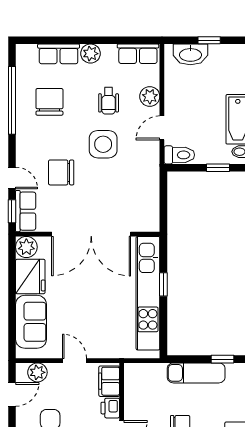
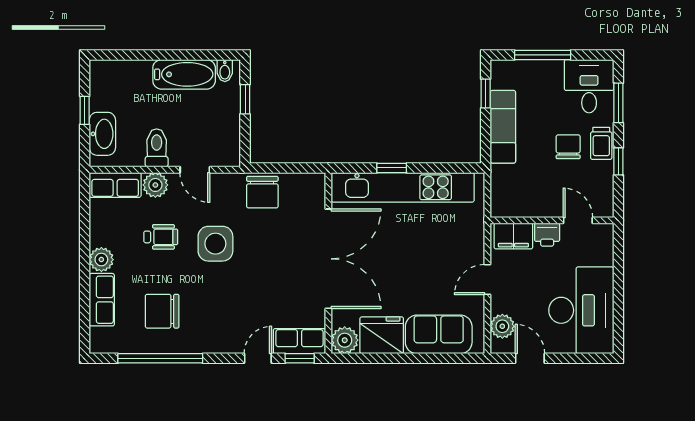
row of seats: (138, 54) -> (115, 185), moved, turned 90
toilet: (179, 155) -> (157, 148), moved
chair: (61, 172) -> (262, 192), moved

